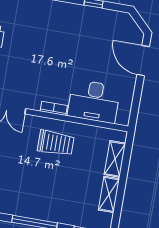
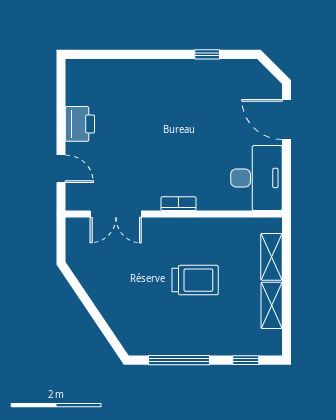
desk: (94, 101) -> (256, 178), moved, turned -90
trolley: (56, 143) -> (195, 280), moved

